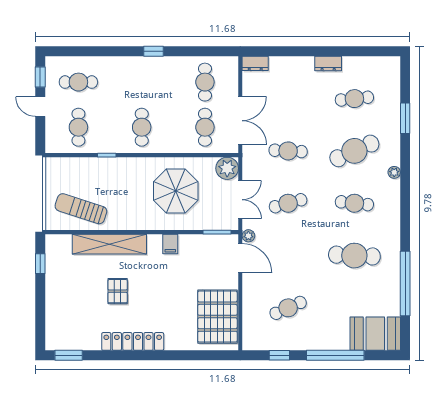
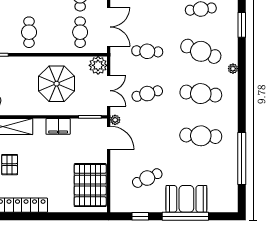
cafe table: (354, 151) -> (201, 51), turned 45
cafe table: (354, 203) -> (201, 94), width x1.37, depth x1.35
filing cabinet: (170, 244) -> (58, 126), width x2.00
booth: (375, 334) -> (186, 199), moved

